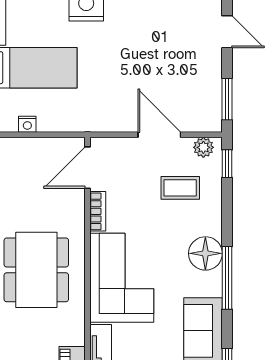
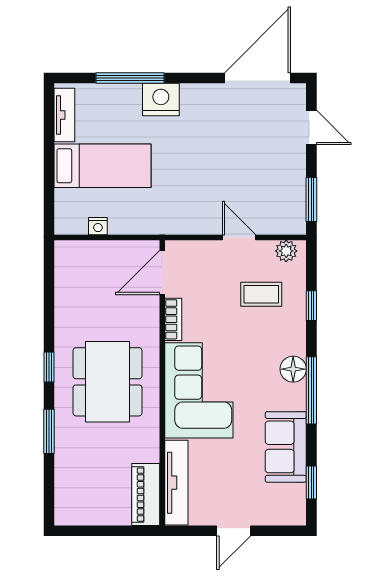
door: (159, 135) -> (239, 237), width x0.73
window: (227, 164) -> (311, 306), moved
floor lamp: (205, 253) -> (293, 369), width x0.73, depth x0.73

